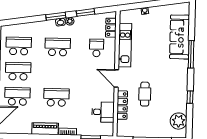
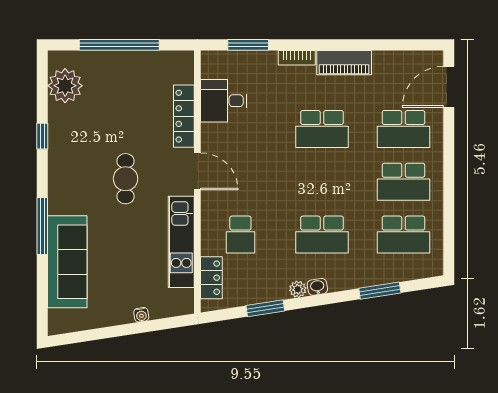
window: (56, 16) -> (380, 291), moved
cafe table: (145, 94) -> (126, 179), moved

